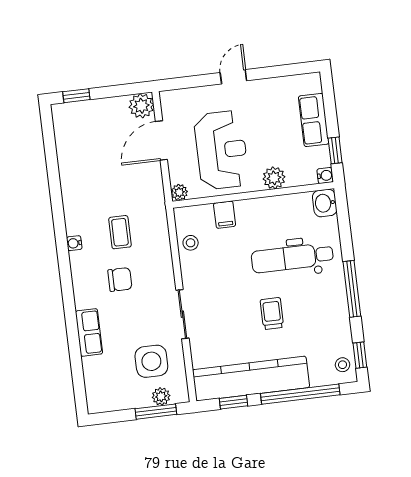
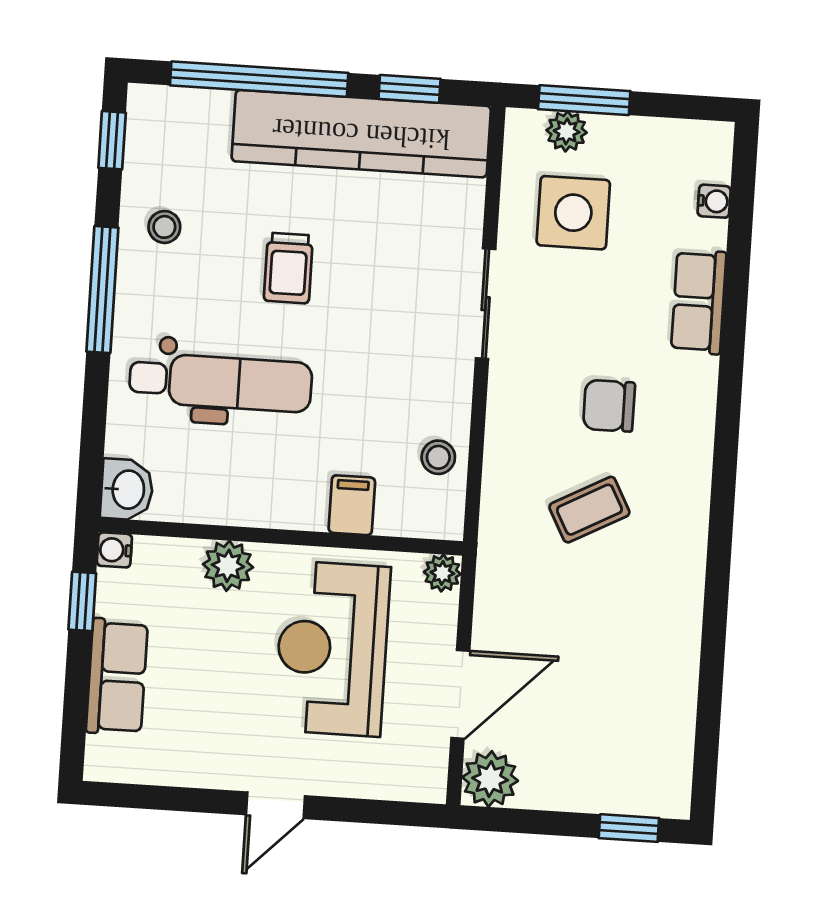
coffee table: (120, 232) -> (589, 510), turned 62
water cooler: (74, 243) -> (714, 201), moved
stool: (343, 365) -> (164, 227), moved

